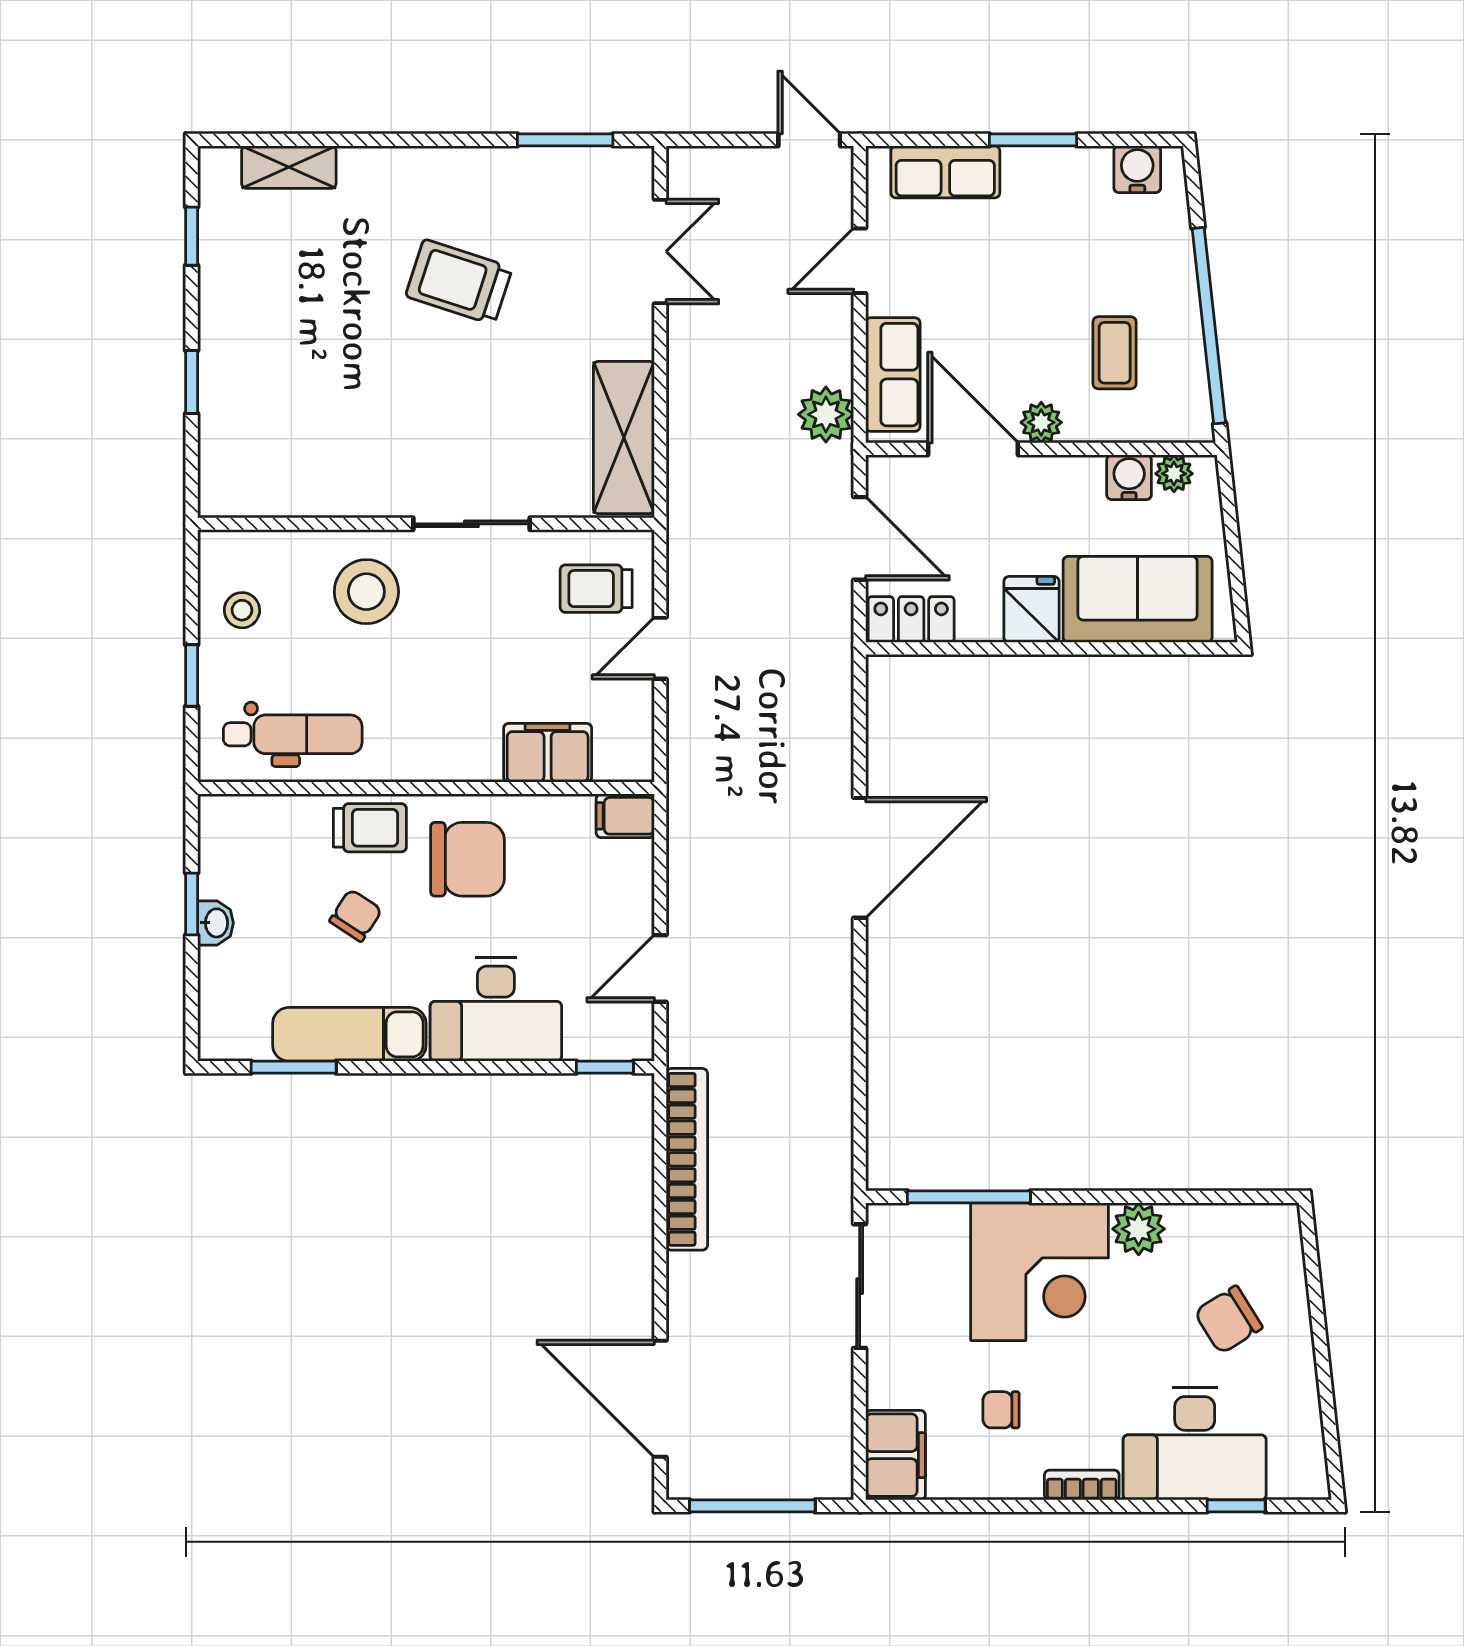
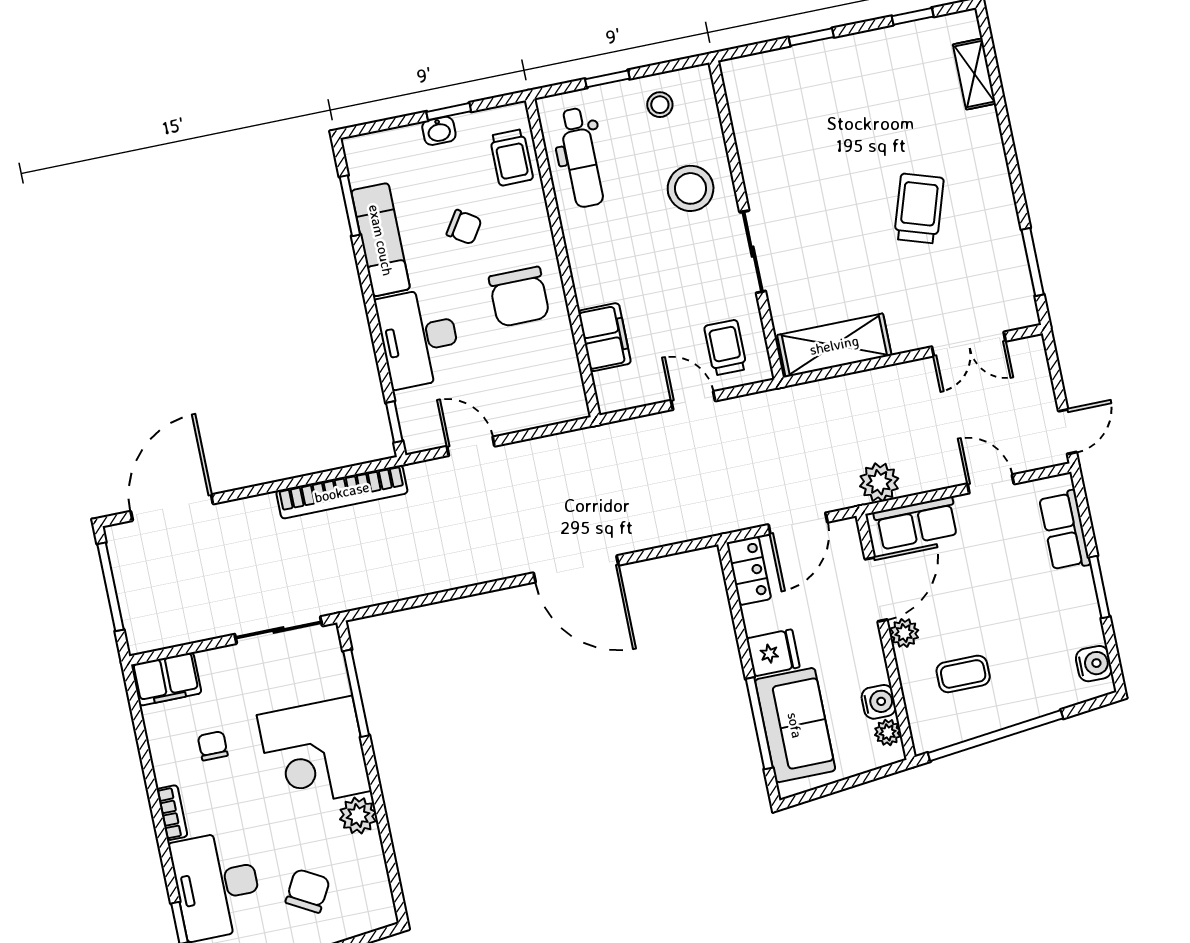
window: (1125, 648) -> (759, 723), added
filing cabinet: (625, 816) -> (572, 400), removed
trolley: (370, 828) -> (511, 157), moved
chair: (1228, 1320) -> (308, 891), turned 61

